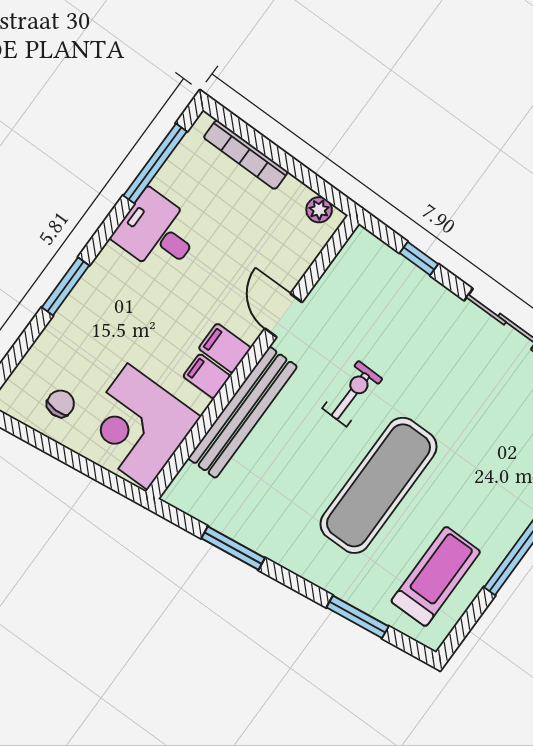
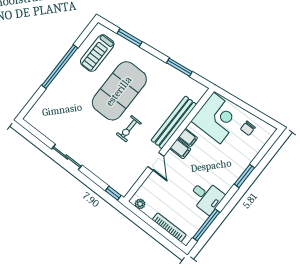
window: (419, 258) -> (113, 193), moved
exercise mat: (378, 485) -> (119, 91), width x1.47

